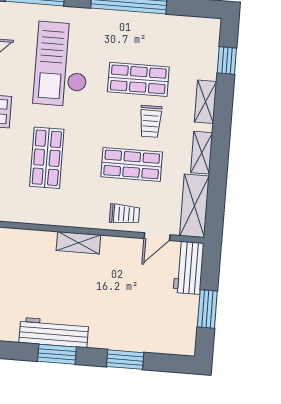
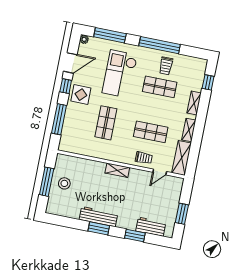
trolley: (151, 121) -> (166, 66), moved
workbench: (189, 268) -> (151, 227), moved, turned 90

